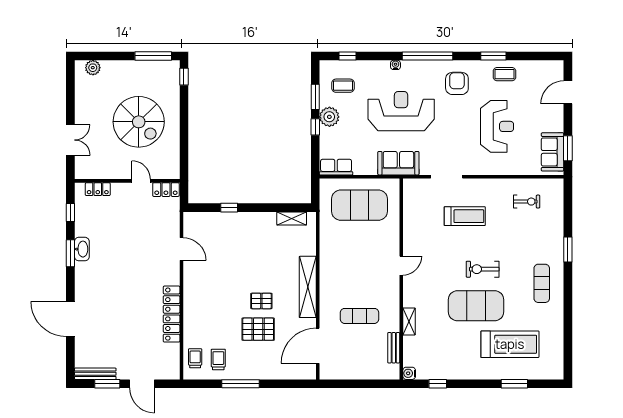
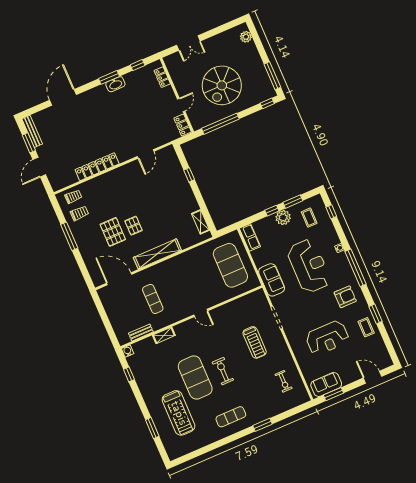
window: (184, 143) -> (220, 124), added

